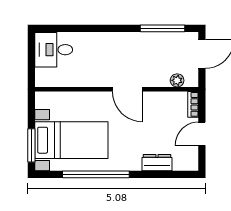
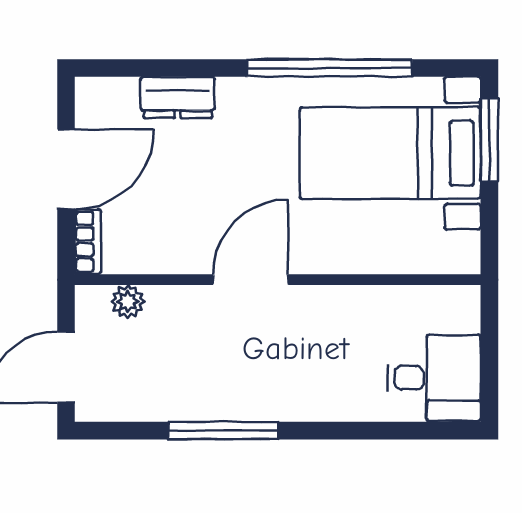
window: (162, 28) -> (224, 431), moved
door: (128, 89) -> (251, 280), hinge flipped
door: (202, 134) -> (66, 169), width x1.38

